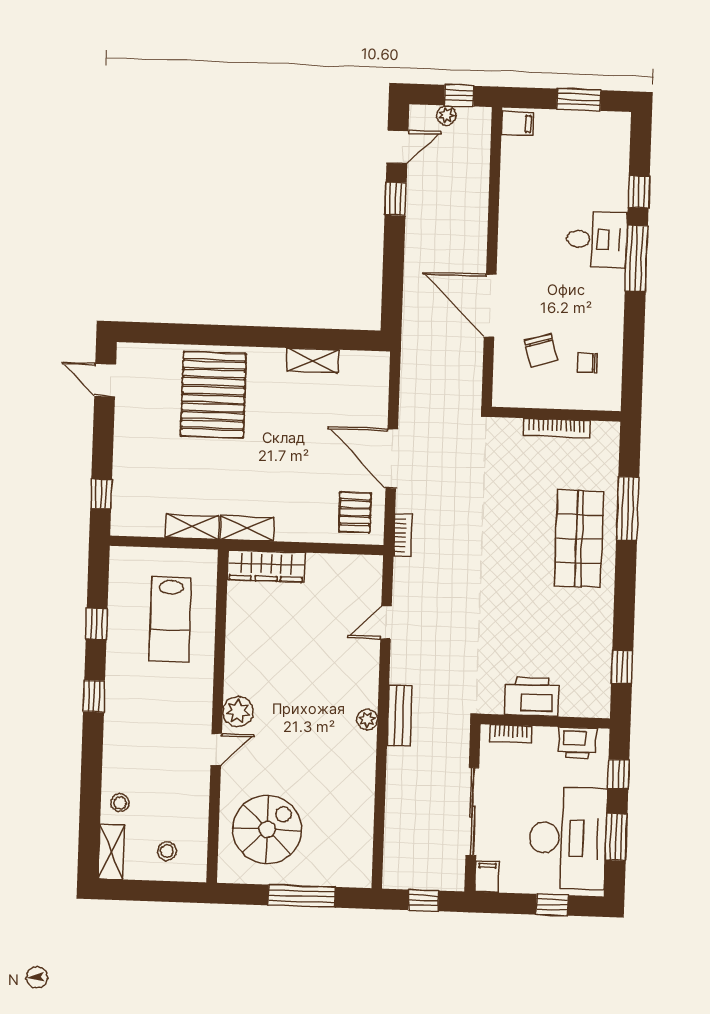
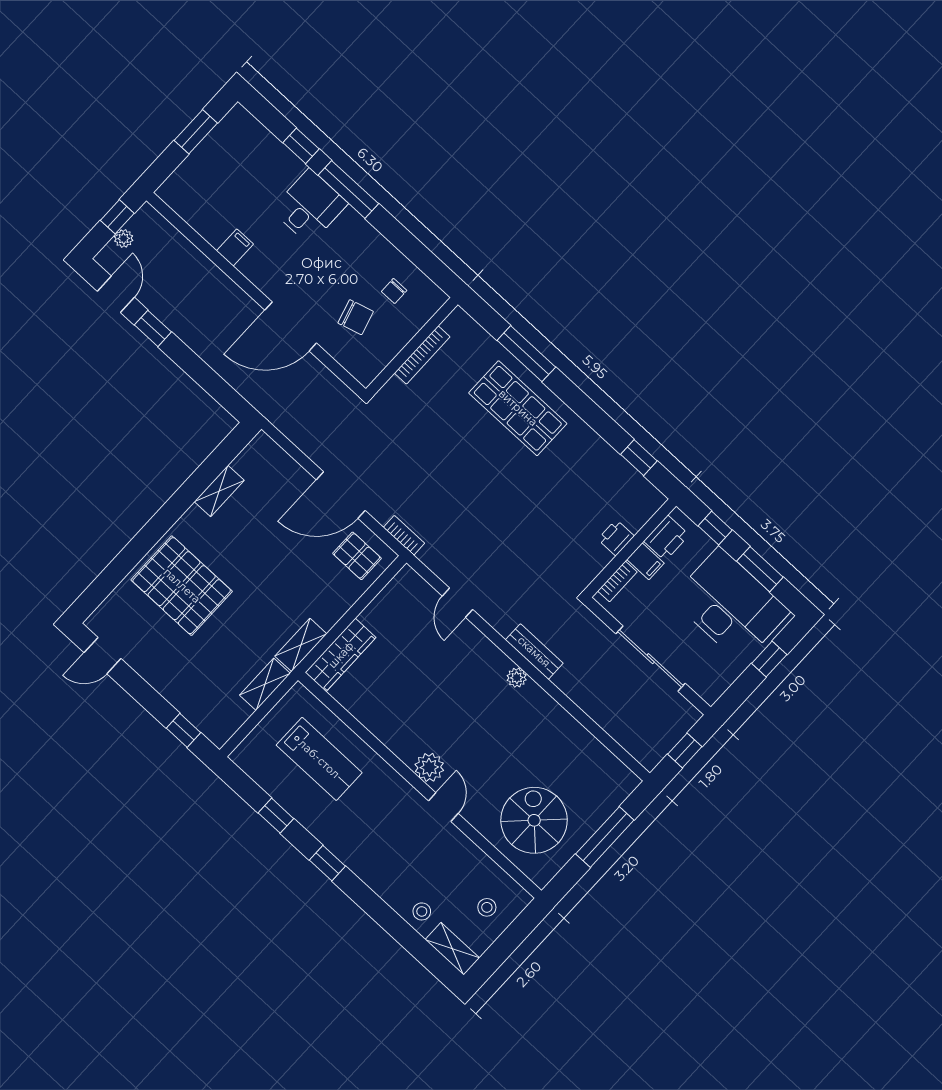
filing cabinet: (517, 124) -> (235, 248), moved
printer: (532, 696) -> (616, 538), width x0.53, depth x0.68
filing cabinet: (487, 877) -> (646, 561), moved, turned 180

